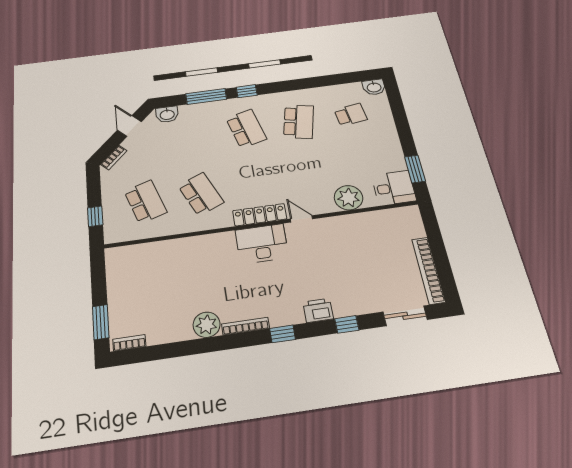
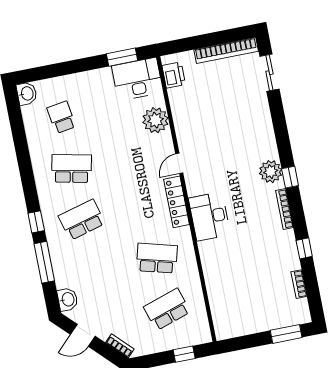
desk: (394, 188) -> (137, 79), width x1.37
school desk: (201, 194) -> (157, 258), turned 39
desk: (262, 244) -> (210, 216), moved
printer: (318, 310) -> (174, 75), moved, turned 180
window: (347, 324) -> (304, 248), moved
plant: (207, 325) -> (271, 172), moved
bookcase: (129, 343) -> (299, 284), moved

